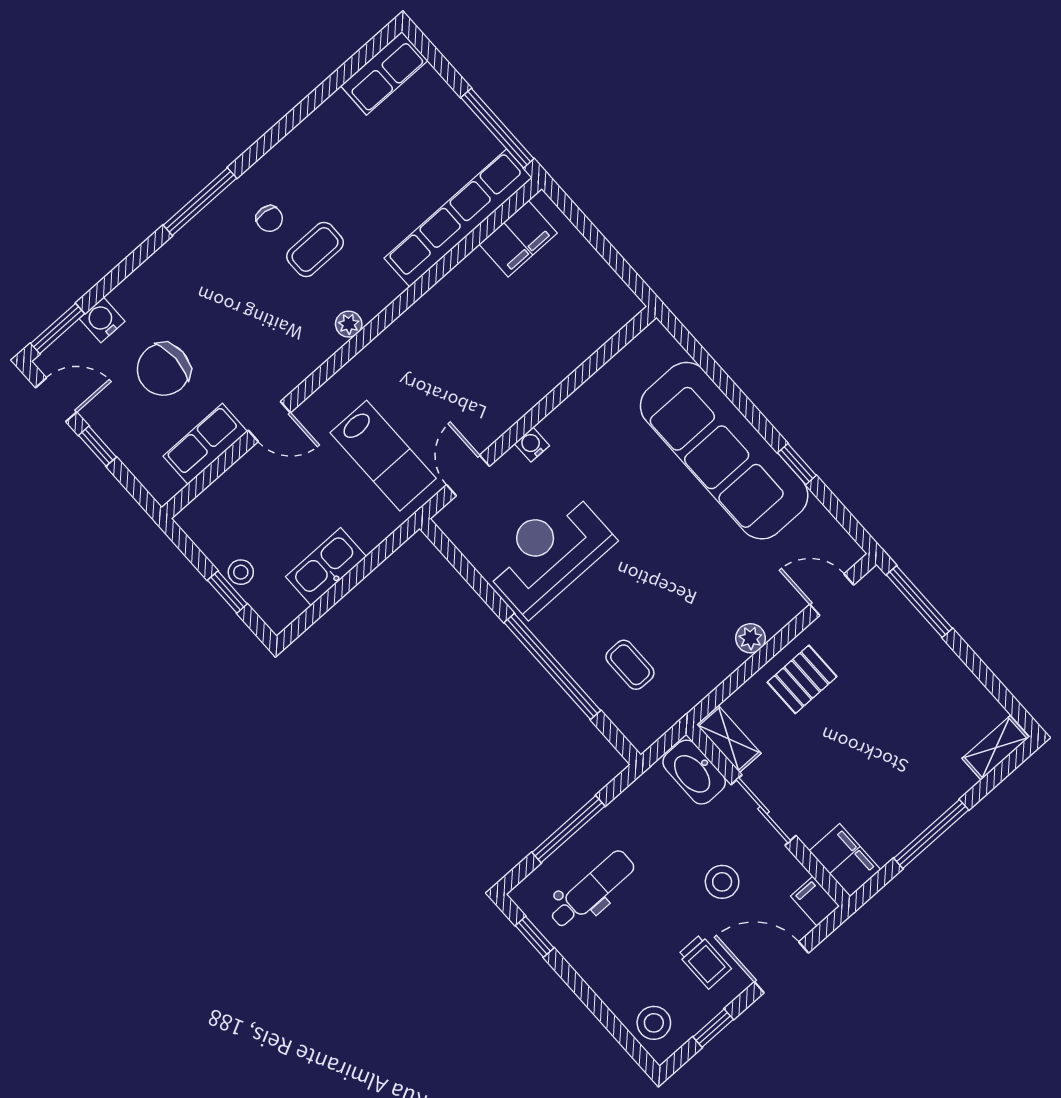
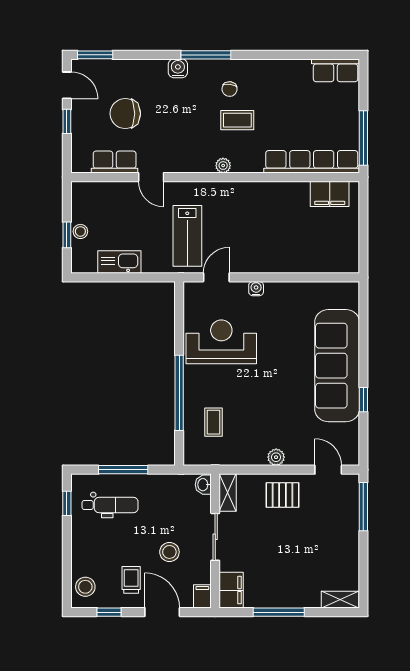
water cooler: (102, 320) -> (178, 68), moved
washbasin: (694, 772) -> (203, 485), width x0.52, depth x0.69
trolley: (705, 962) -> (131, 580), turned 180

